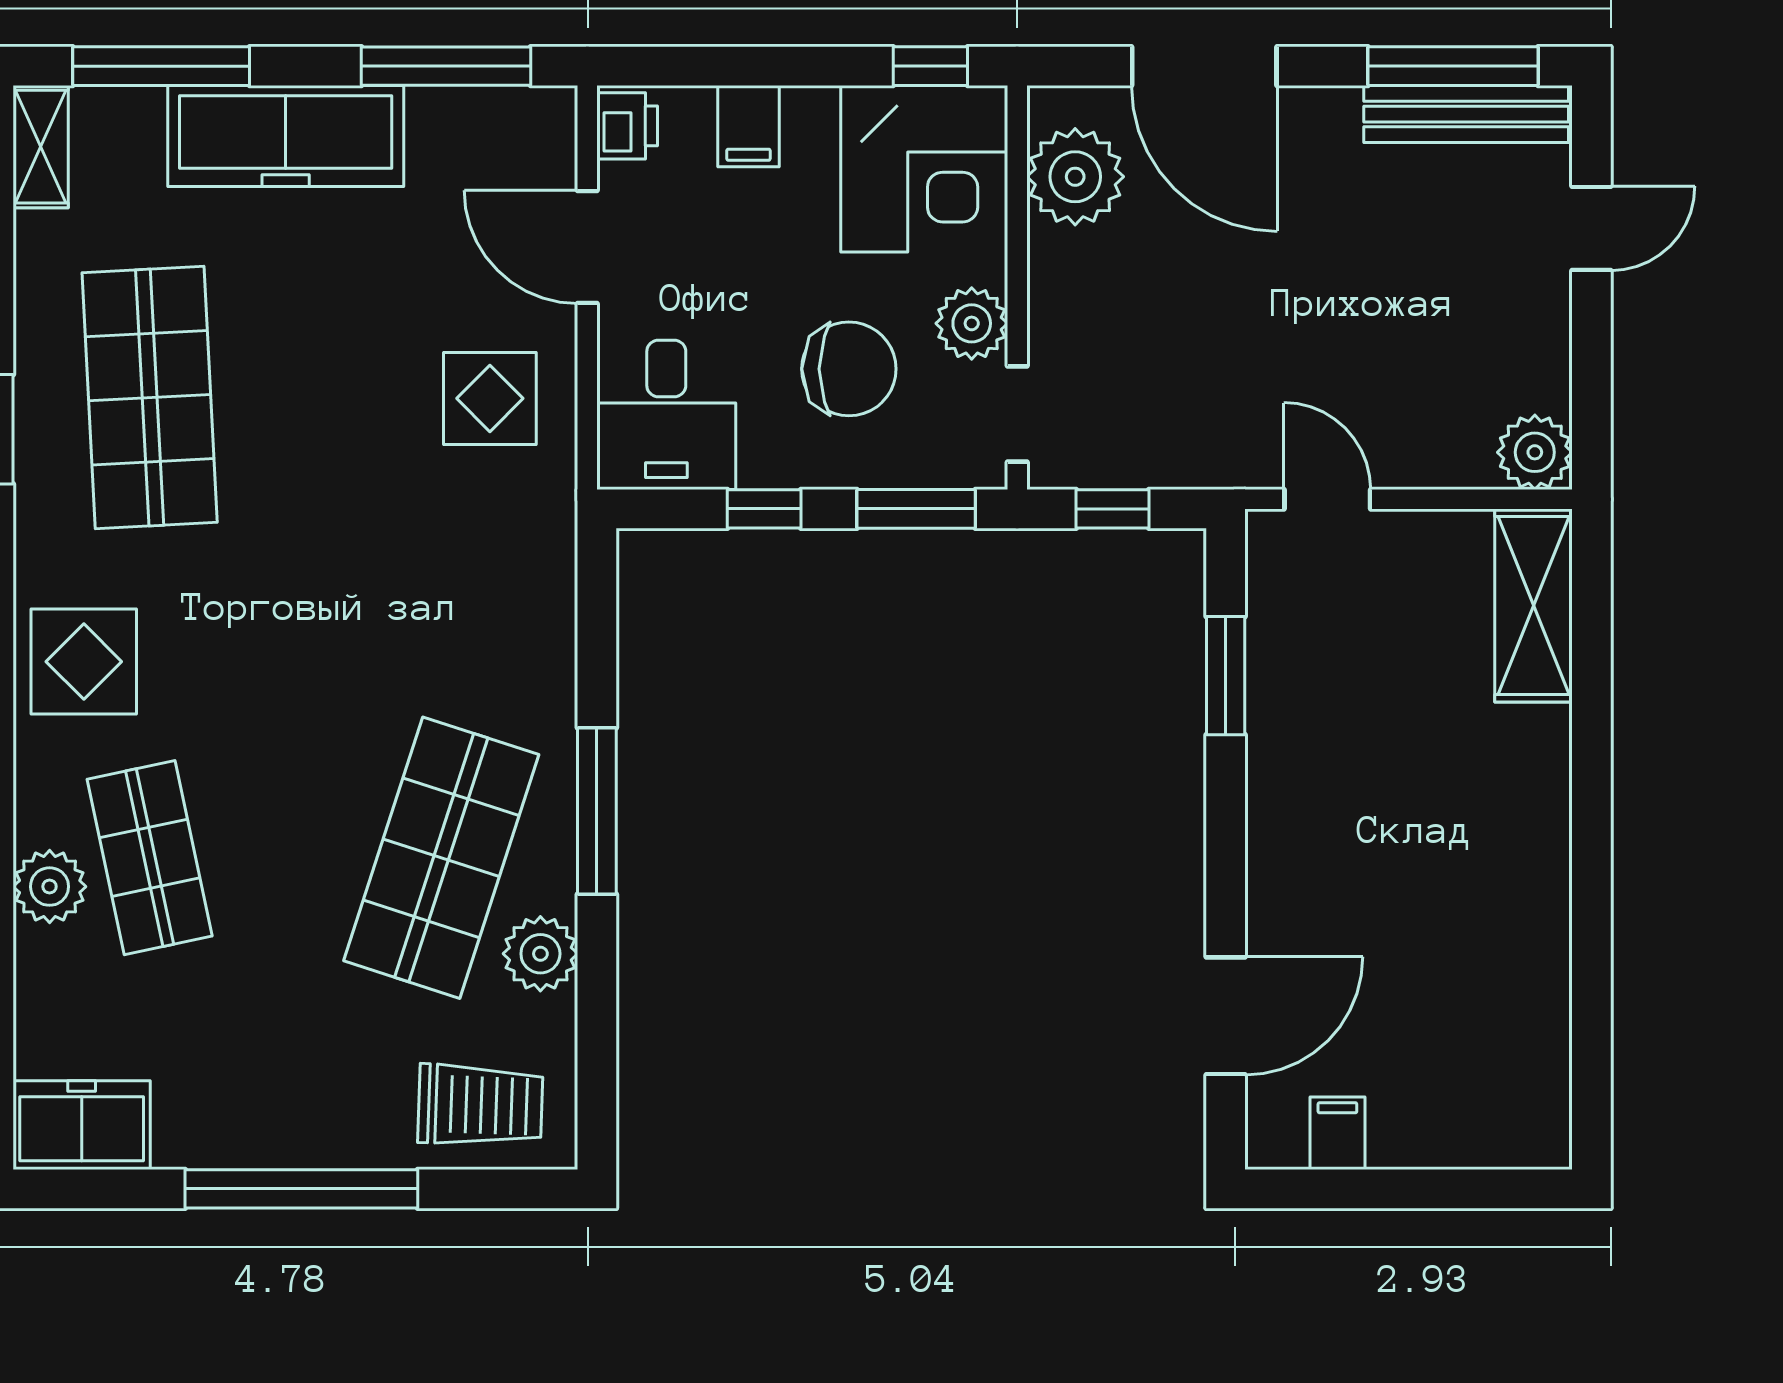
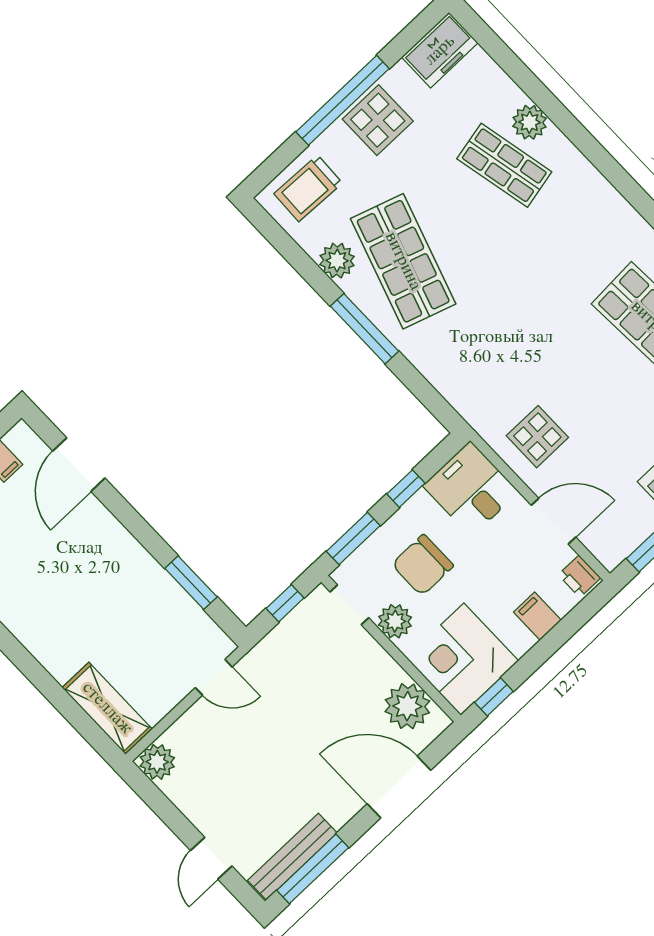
display table: (84, 662) -> (378, 120), moved

